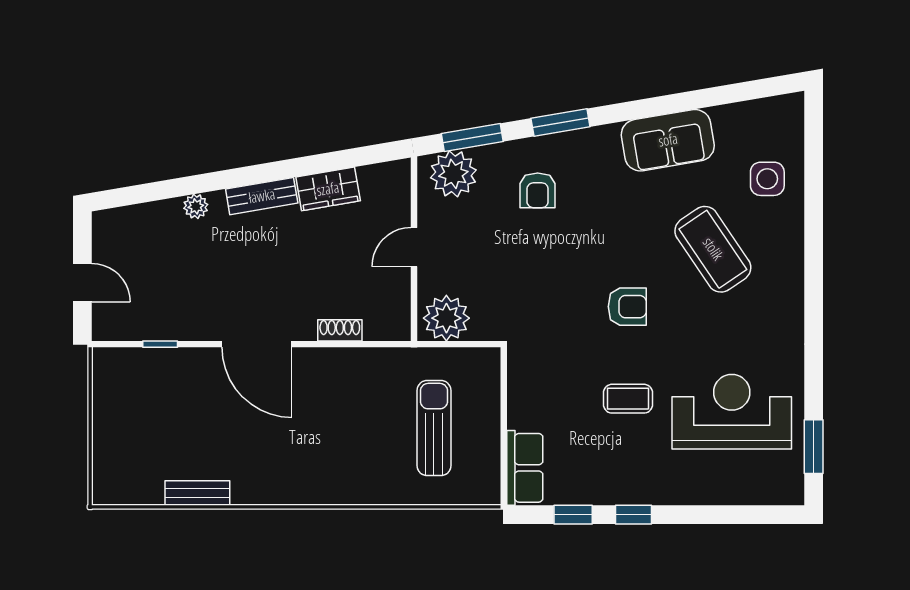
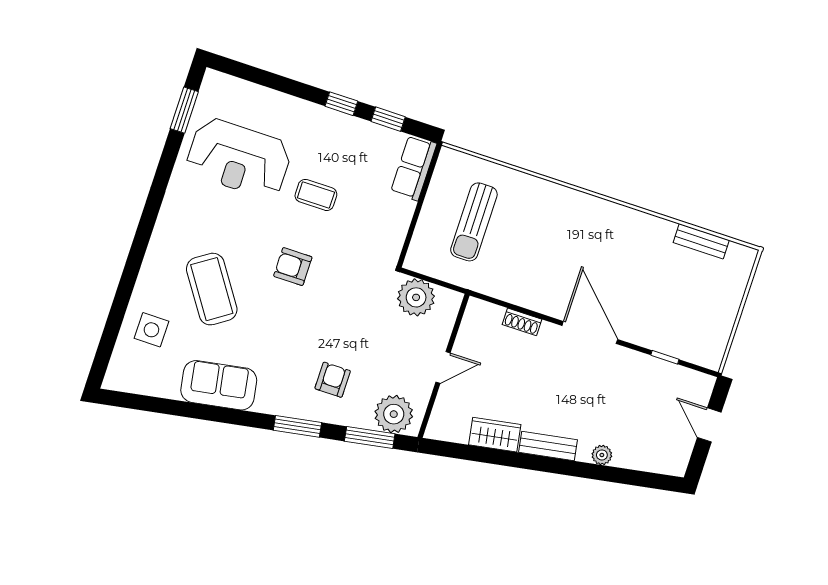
plant: (446, 318) -> (416, 297), moved
bench: (197, 493) -> (701, 241), moved

